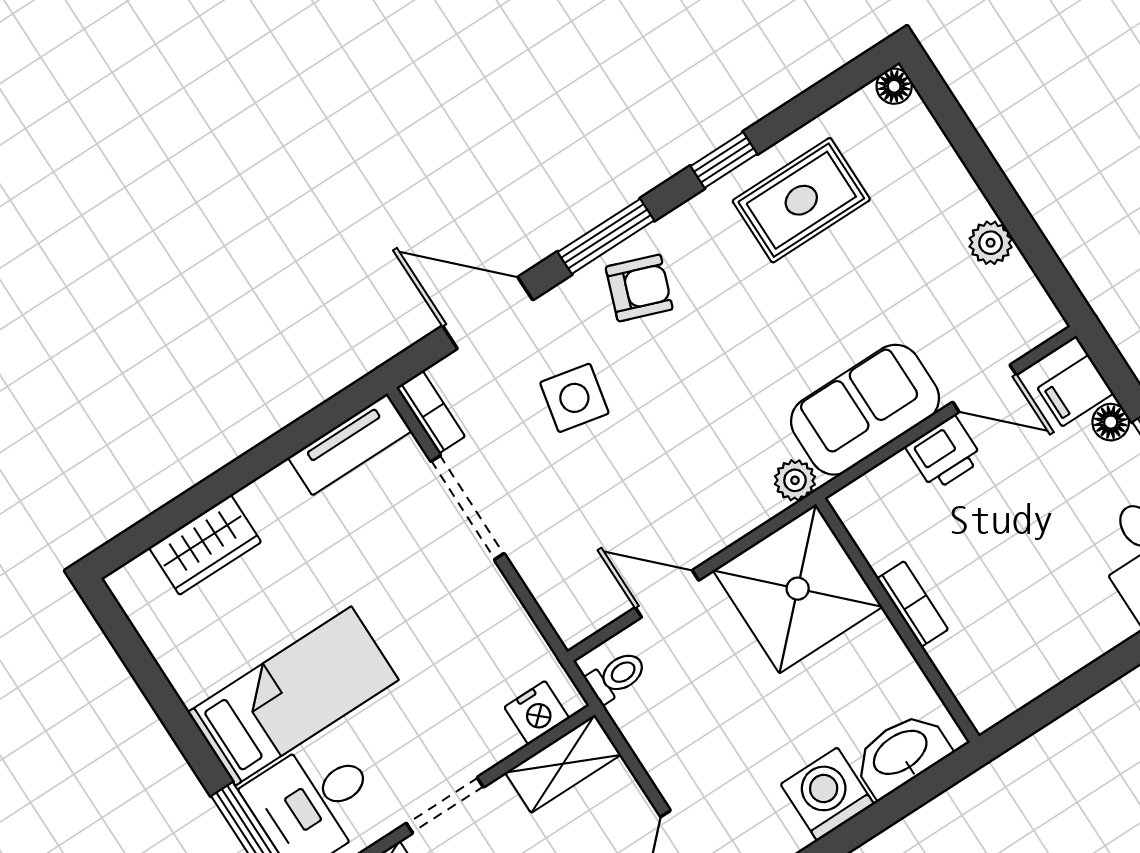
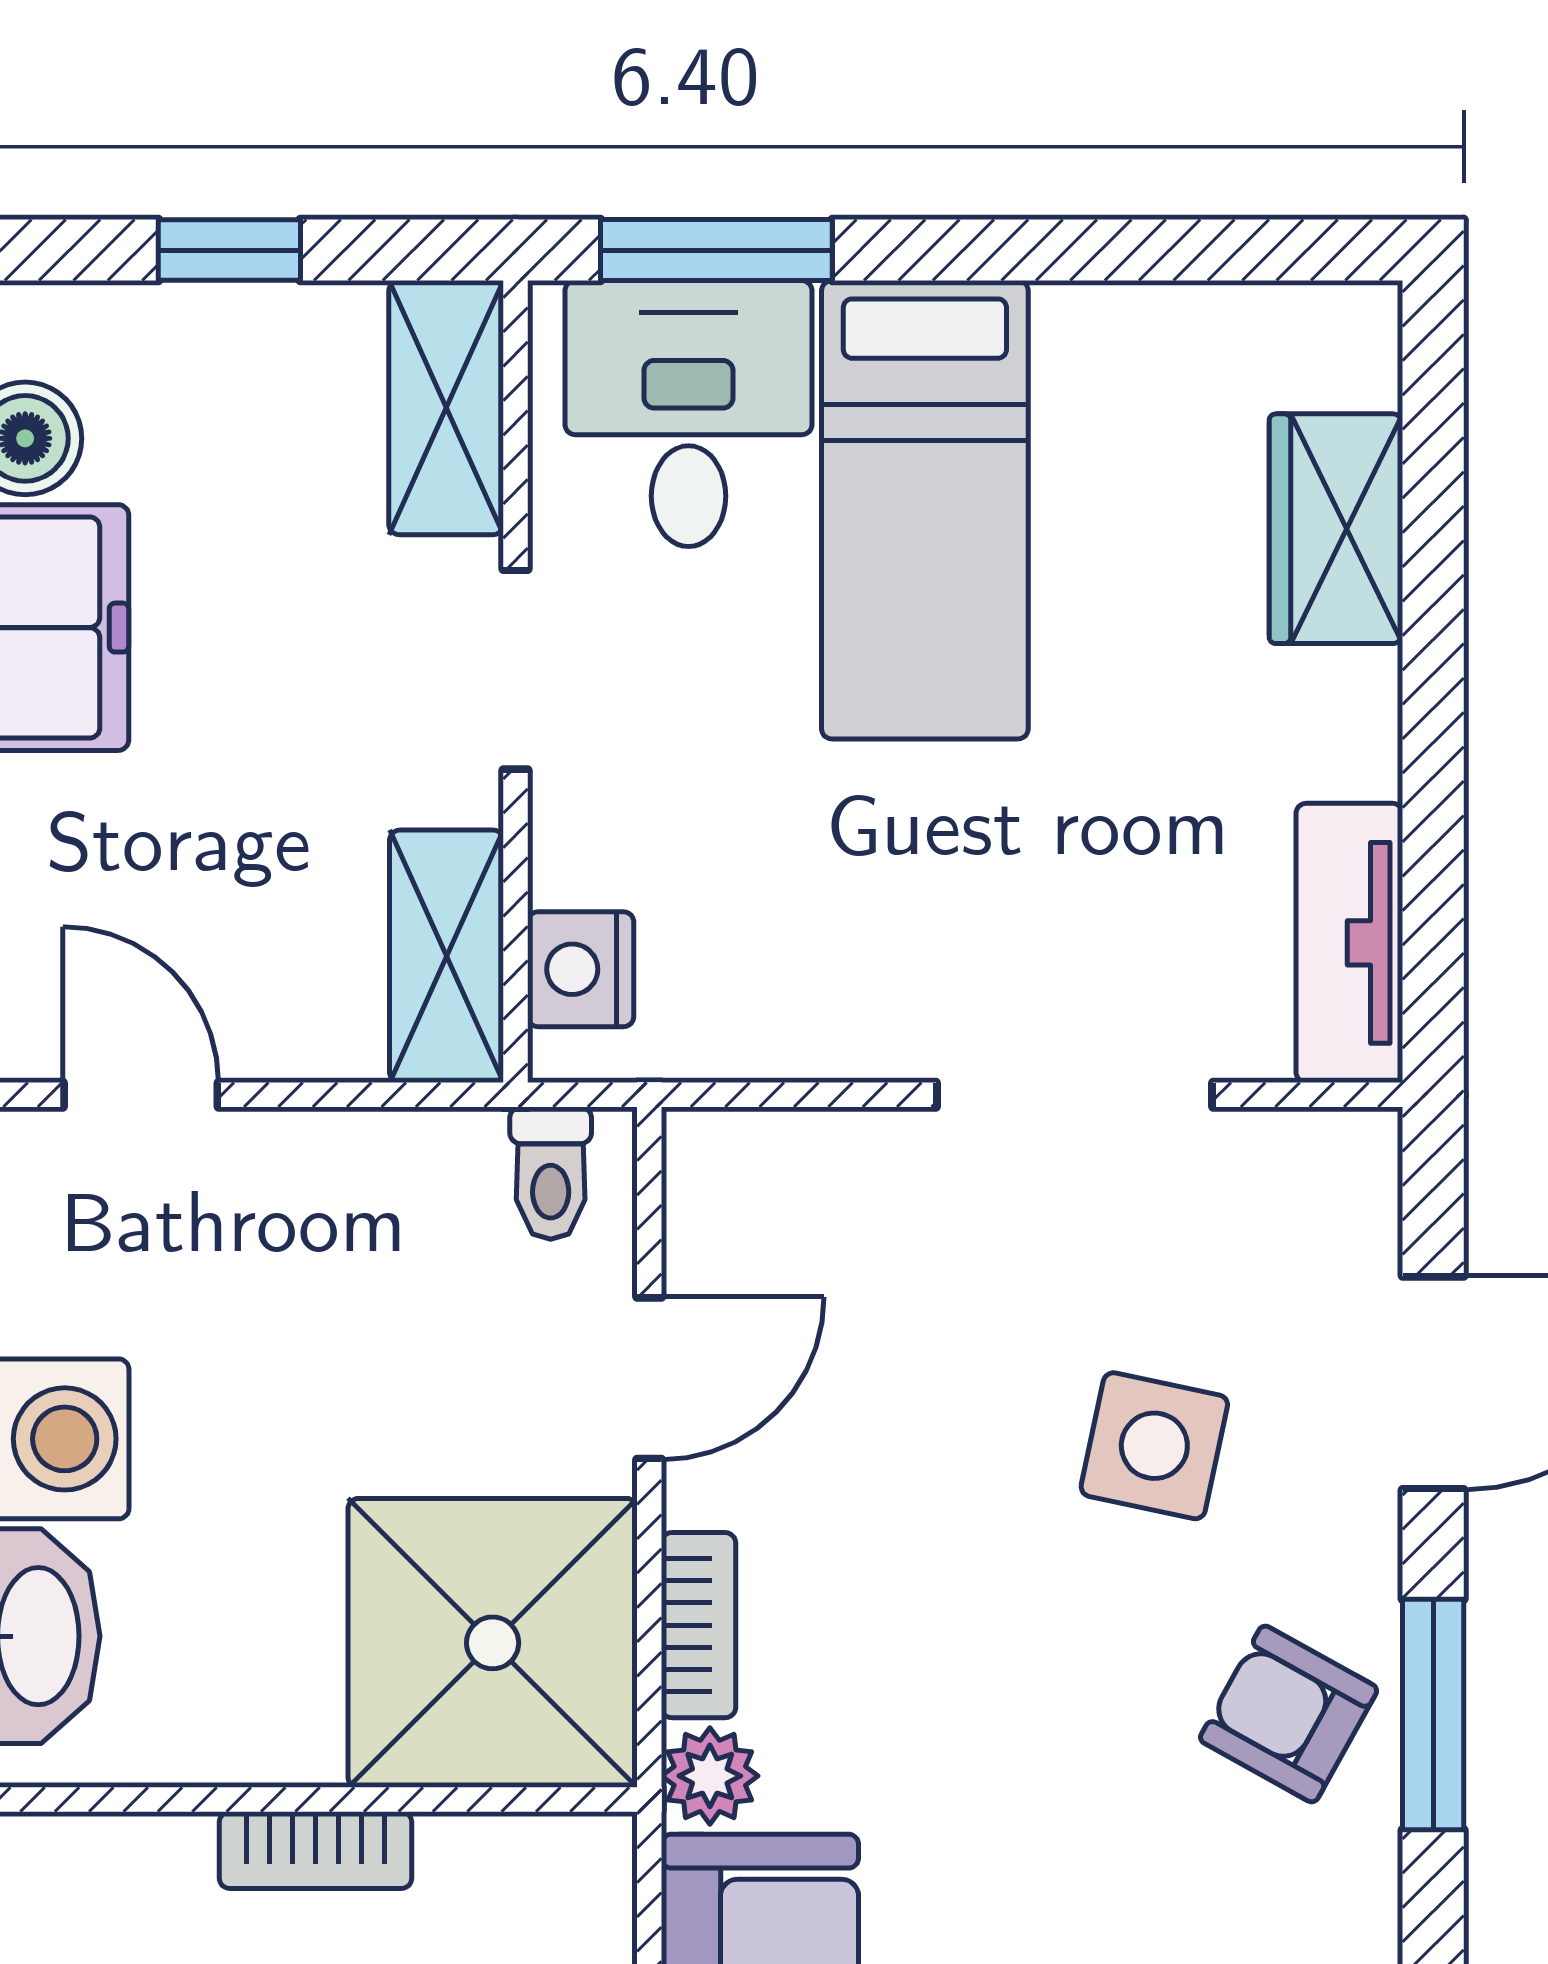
armchair: (639, 288) -> (1289, 1714), turned 99
bookcase: (431, 412) -> (698, 1625), moved, turned -90

